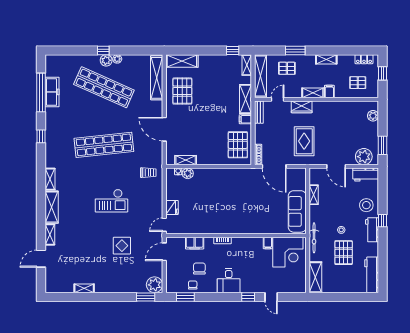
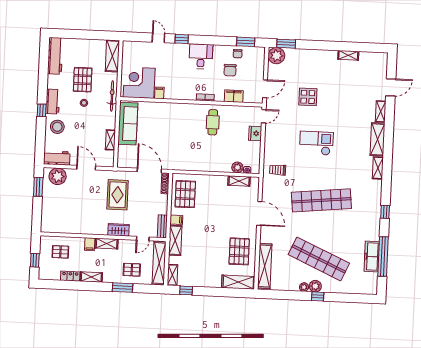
locker: (364, 59) -> (70, 276), moved
plant: (373, 116) -> (46, 217), removed
cafe table: (214, 217) -> (213, 122), added

